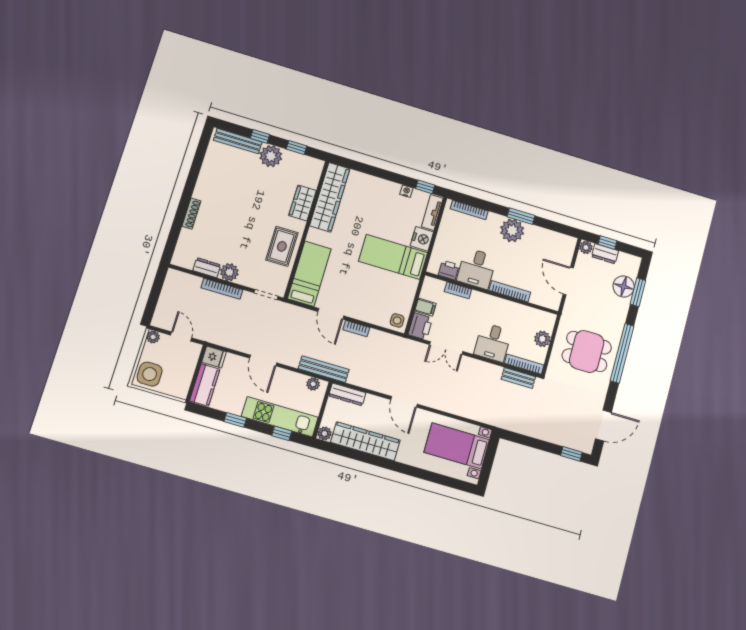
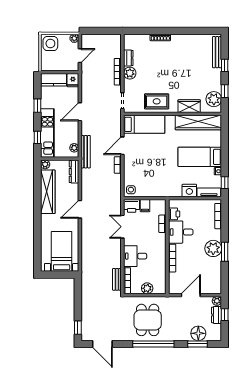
plant: (271, 156) -> (214, 99), moved
bed: (393, 257) -> (200, 157), moved, turned -90

